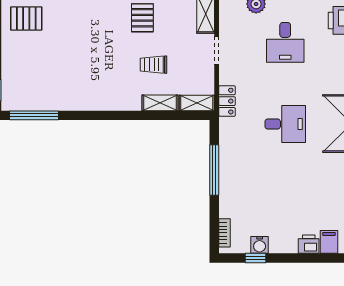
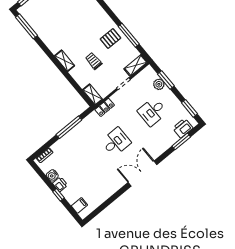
shelving: (160, 103) -> (65, 61), moved
desk: (285, 124) -> (116, 142), turned -90
printer: (309, 244) -> (60, 184), moved
window: (255, 258) -> (58, 195), moved

